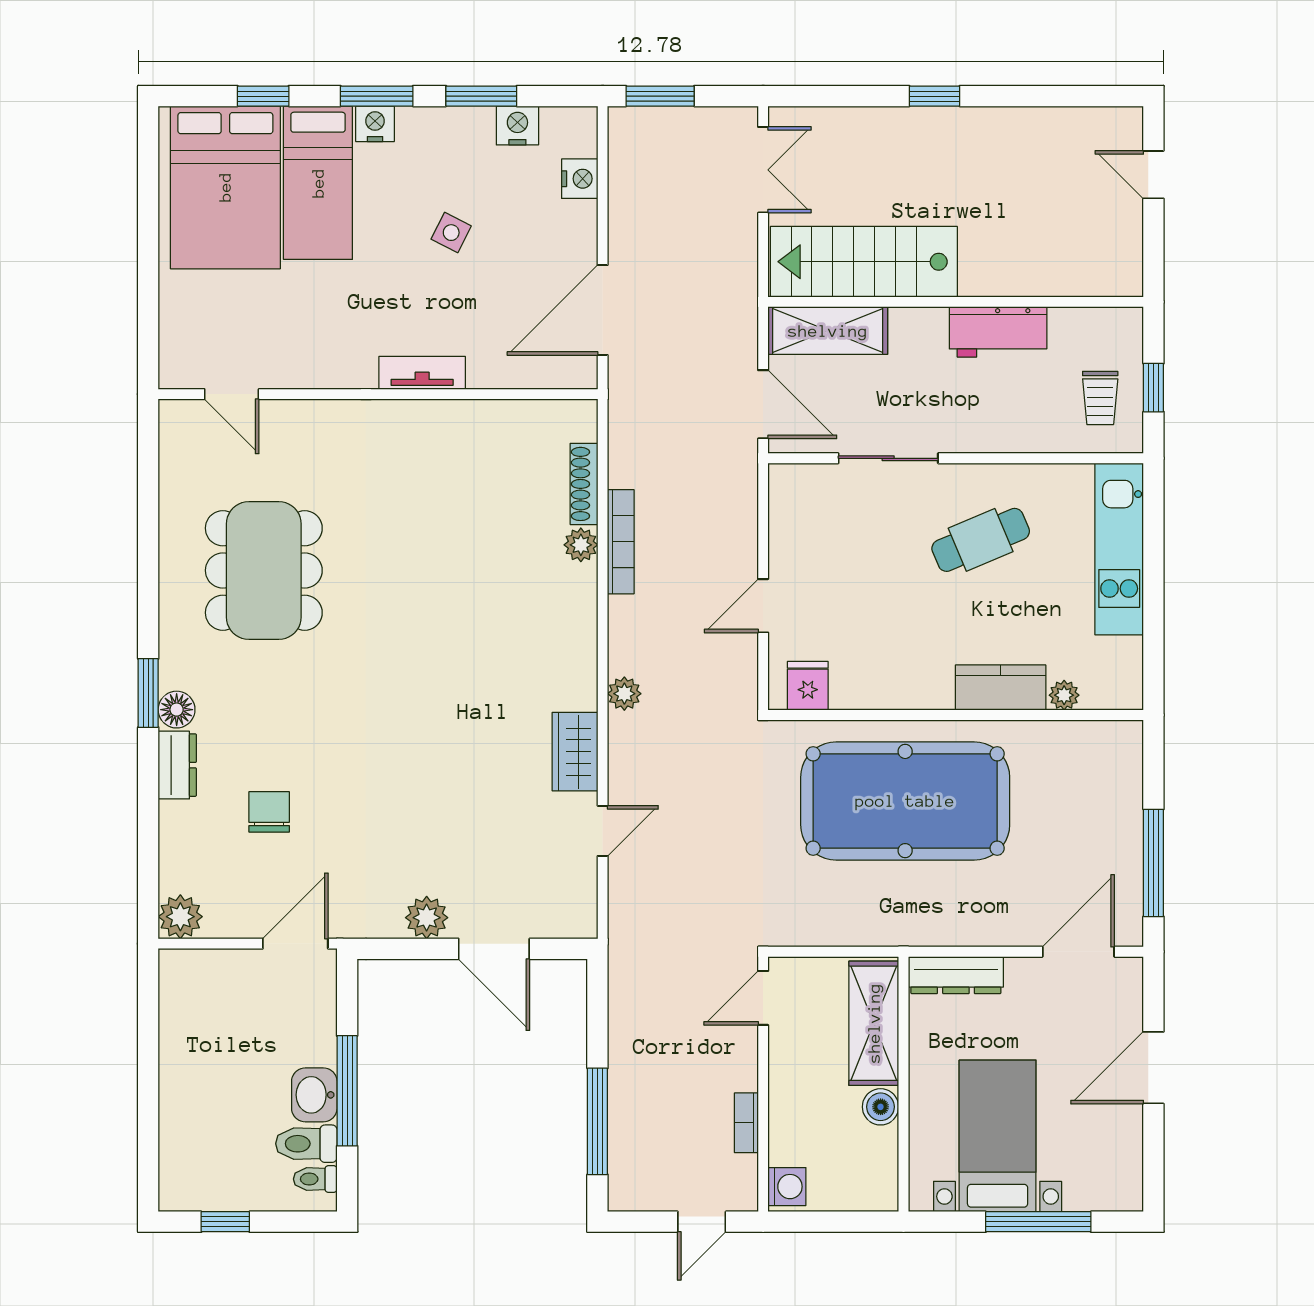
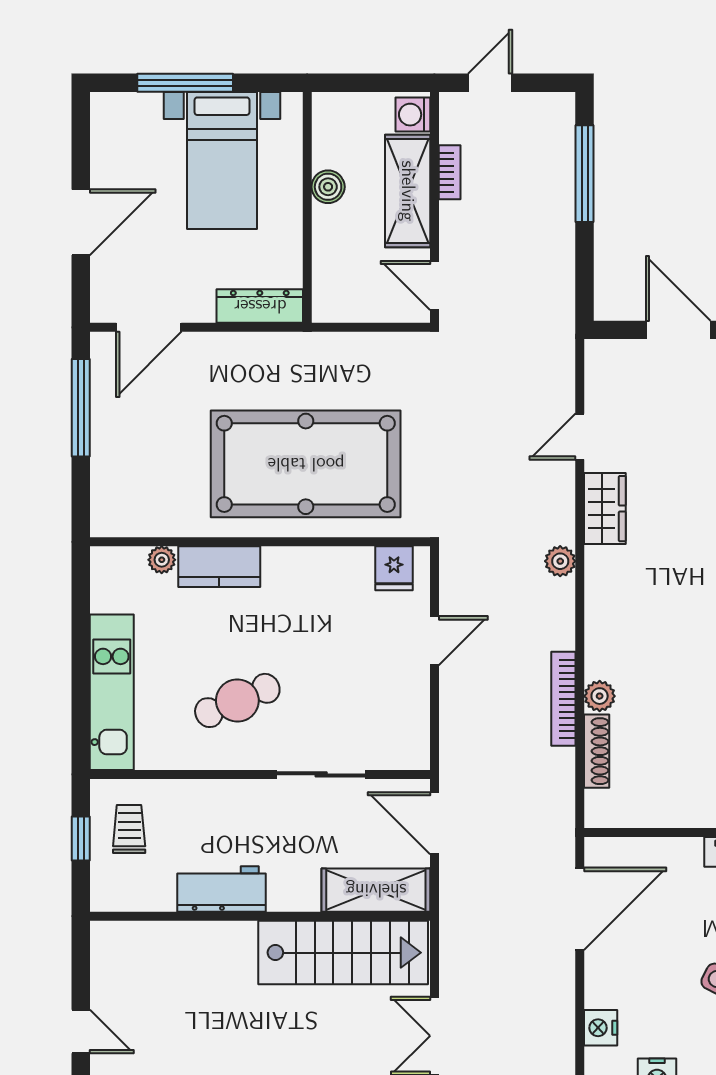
door: (763, 998) -> (434, 285), swing flipped
shelving: (874, 1023) -> (408, 191), moved

